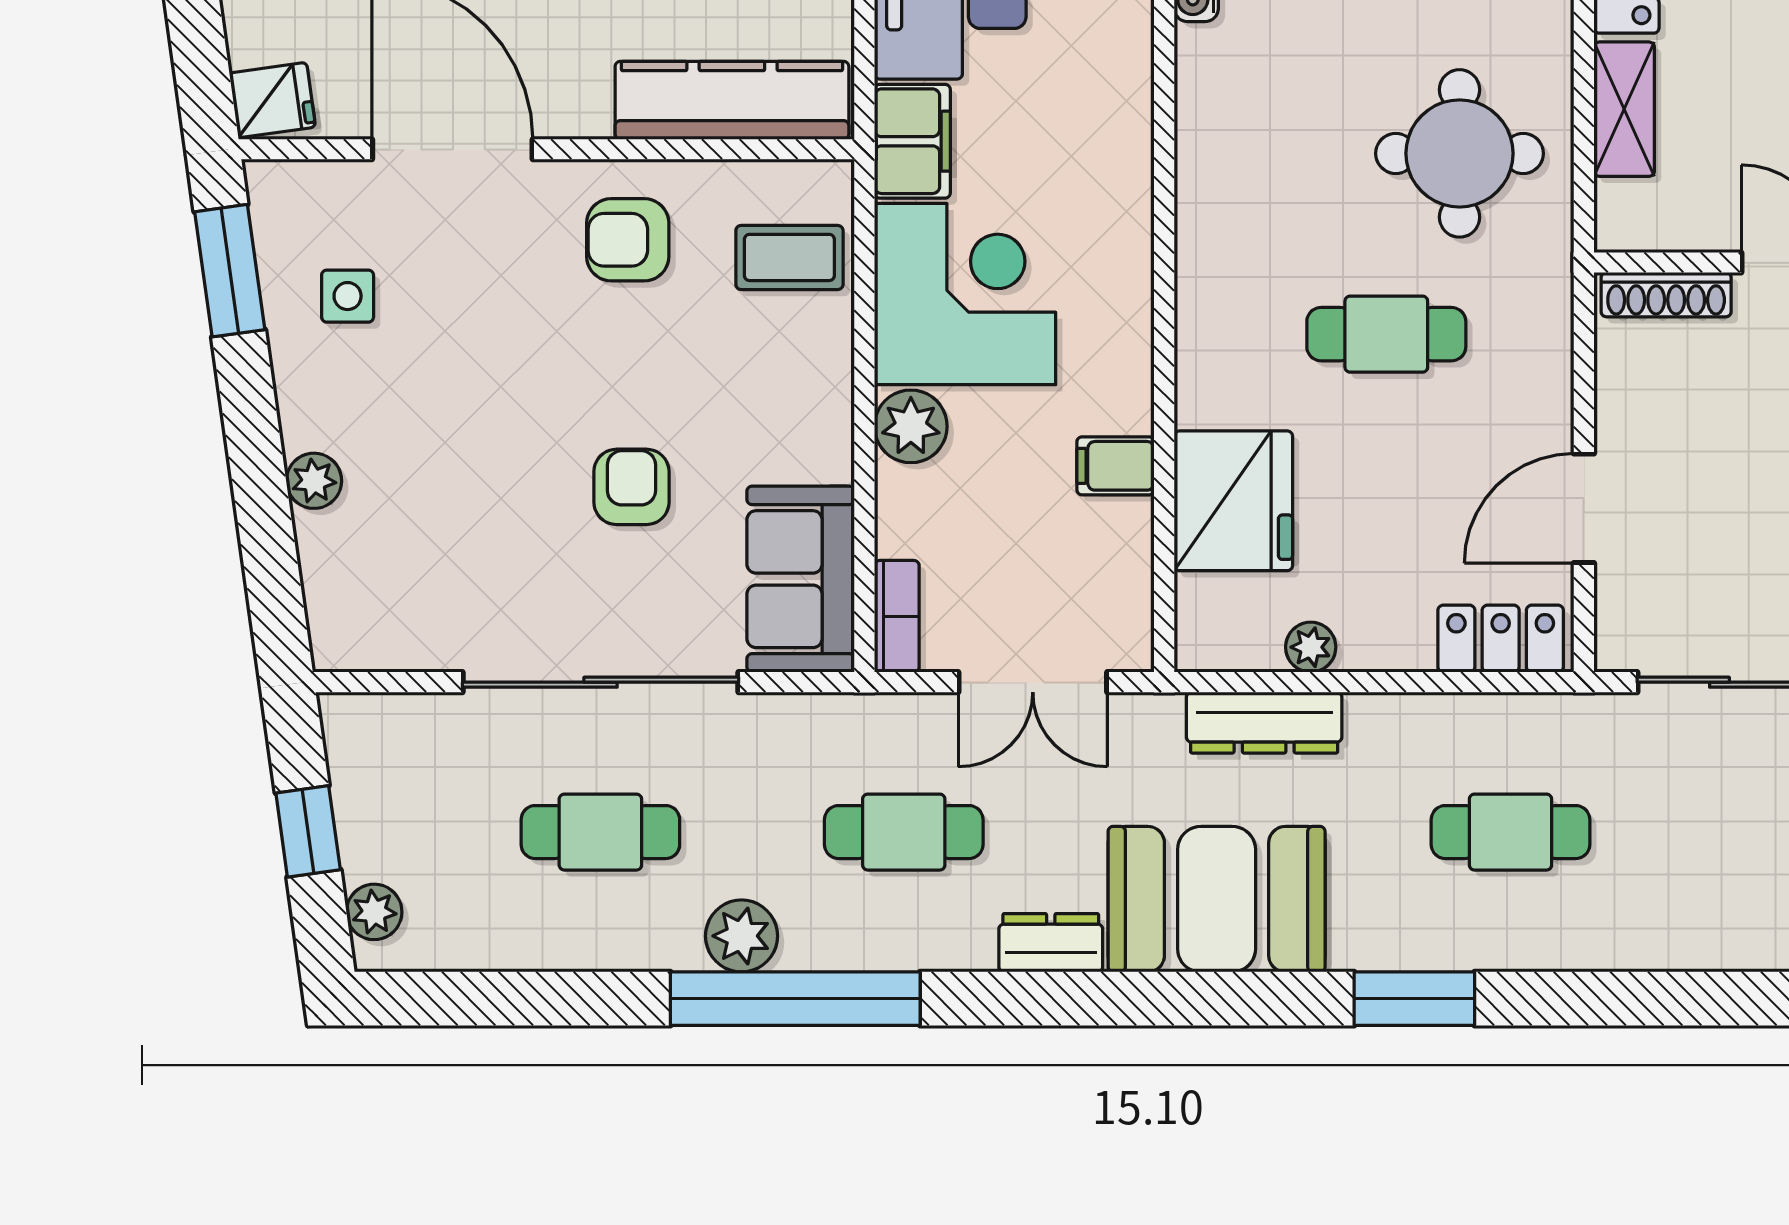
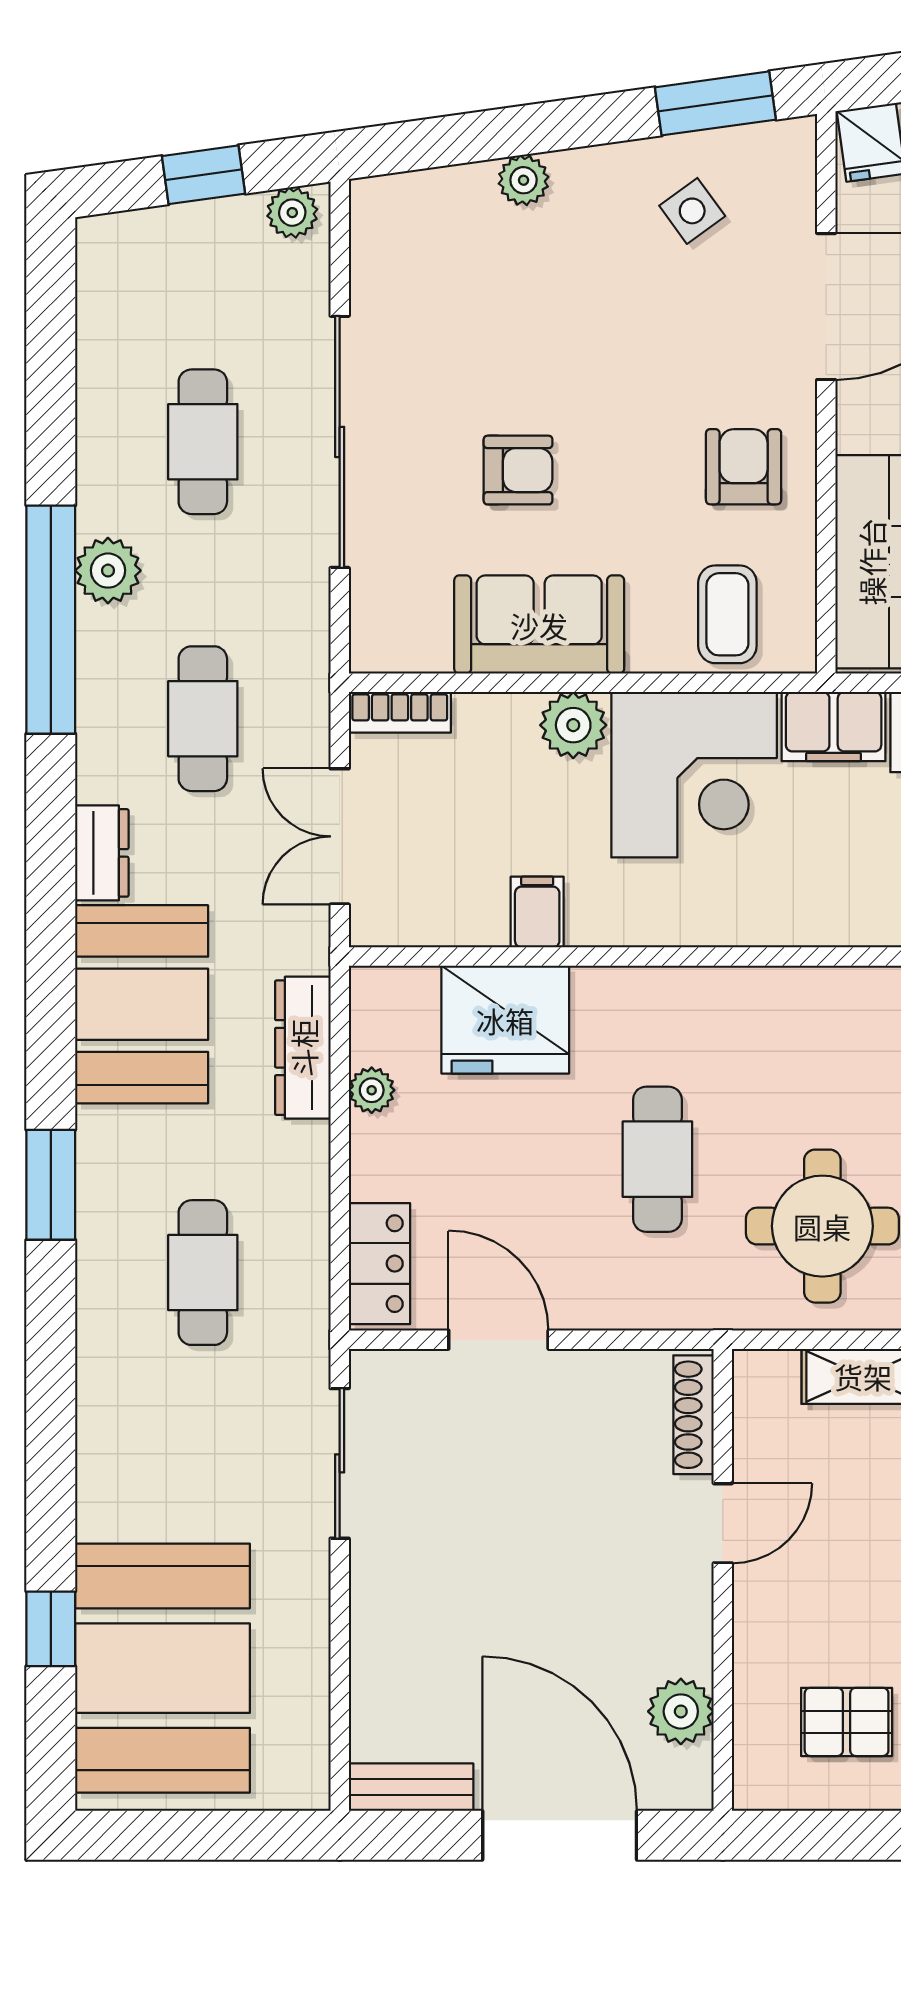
side table: (348, 296) -> (692, 211), turned -36
sofa: (801, 579) -> (539, 625), moved
plant: (374, 912) -> (292, 213), moved

